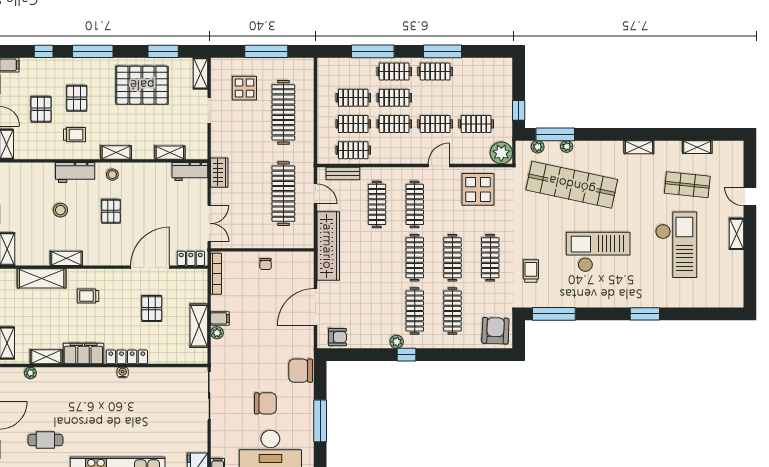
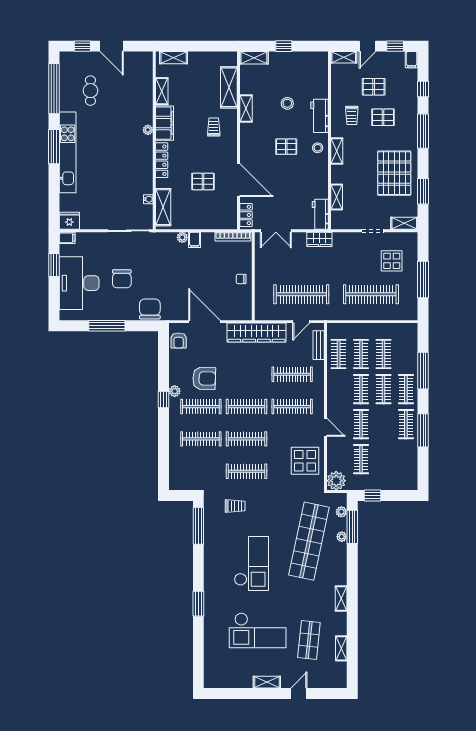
shelving: (199, 326) -> (163, 207), moved, turned 90
armchair: (495, 331) -> (204, 378), moved
plant: (30, 373) -> (148, 130), moved
water cooler: (123, 373) -> (148, 199), moved

